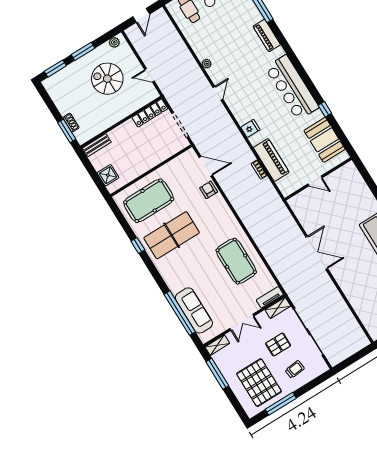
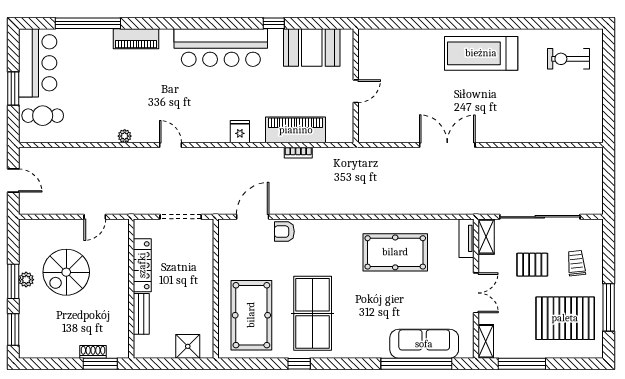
plant: (114, 42) -> (26, 280), moved
locker: (150, 113) -> (142, 265), moved
bench: (97, 145) -> (141, 314), moved
pallet: (278, 344) -> (532, 265), turned 90

